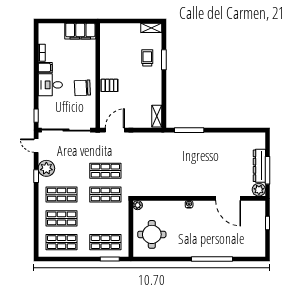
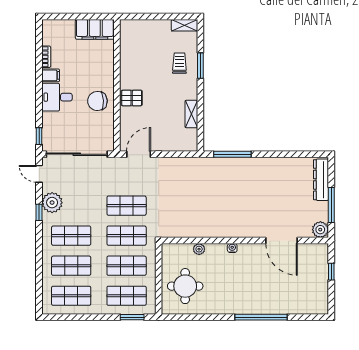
shelving: (157, 116) -> (191, 114), moved
dresser: (259, 166) -> (321, 180), moved
plant: (138, 205) -> (199, 249), moved
shop shelf: (105, 218) -> (127, 266), added

